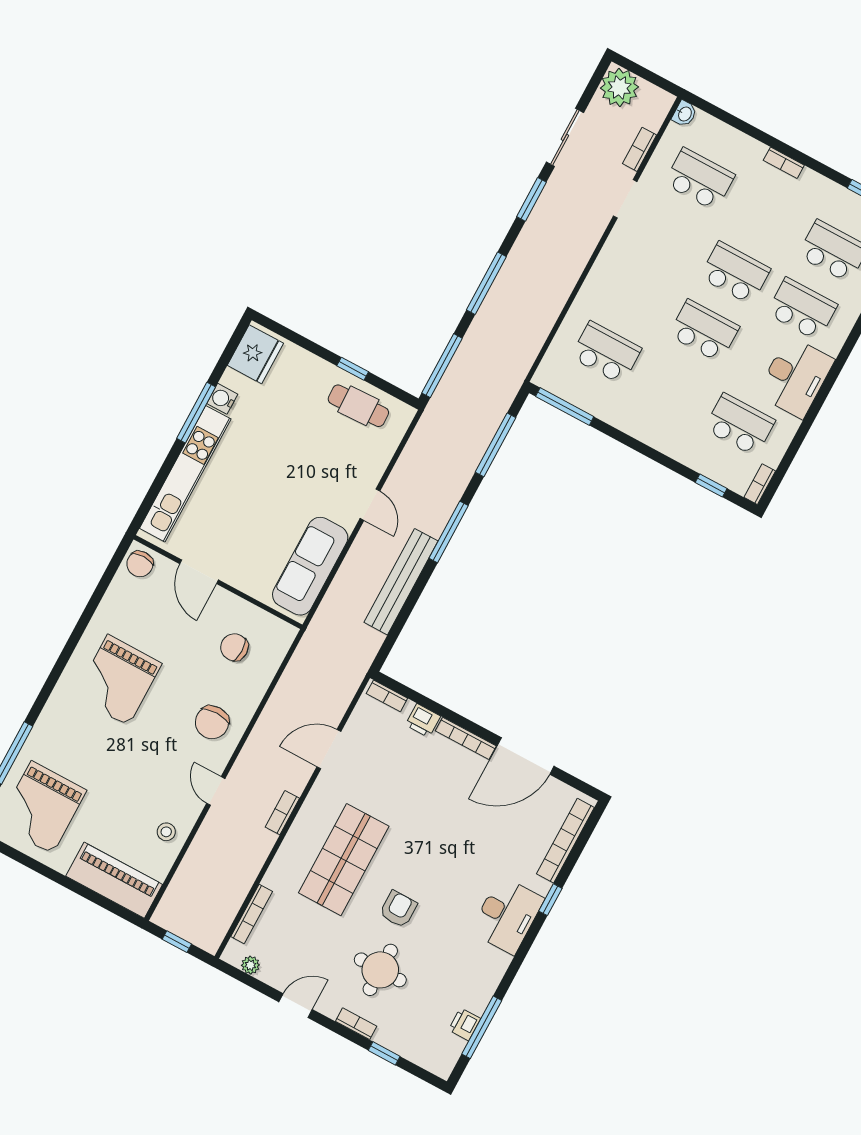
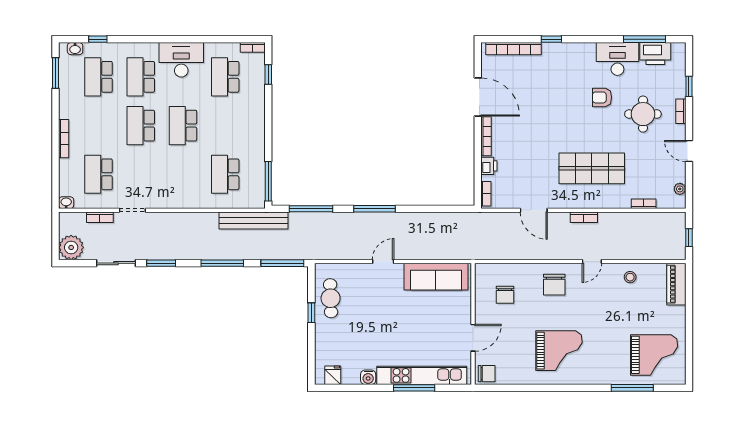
bookcase: (784, 163) -> (64, 139), width x1.56
fridge: (255, 354) -> (333, 375), width x0.53, depth x0.75
window: (196, 413) -> (414, 388), moved
bench: (401, 582) -> (253, 220), moved
chair: (212, 722) -> (554, 285), turned 90
piano: (114, 880) -> (676, 284), width x0.73, depth x0.75
armchair: (398, 909) -> (602, 97), moved
bookcase: (252, 914) -> (644, 204), width x0.64
desk: (507, 915) -> (617, 59), moved
printer: (464, 1024) -> (655, 53), width x1.87, depth x1.48

